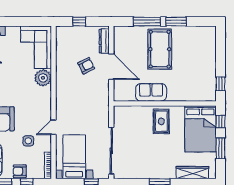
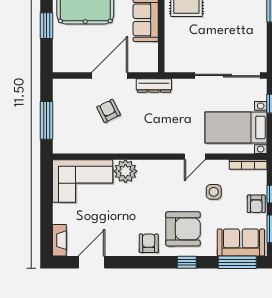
window: (79, 22) -> (47, 120), width x2.17
window: (147, 22) -> (47, 26), width x0.69
dresser: (104, 41) -> (154, 85), moved
door: (53, 127) -> (195, 157), hinge flipped

